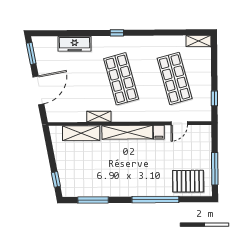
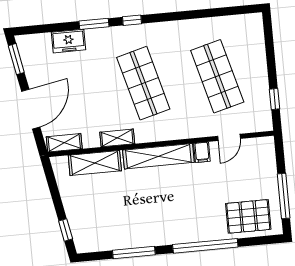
window: (89, 33) -> (94, 24), added
shelving: (199, 41) -> (64, 143), moved
freezer: (75, 44) -> (68, 41), width x0.71
window: (93, 200) -> (134, 253), moved

